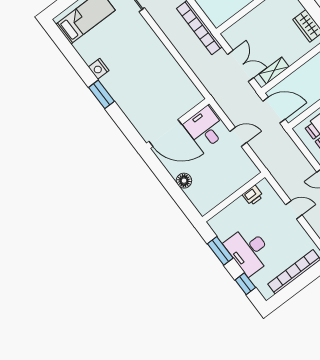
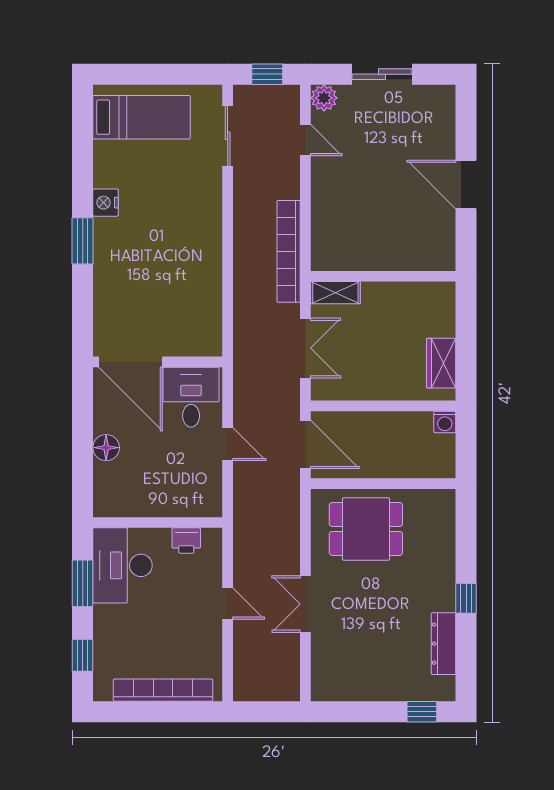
shelving: (274, 70) -> (335, 293), moved
desk: (249, 250) -> (123, 565), moved

